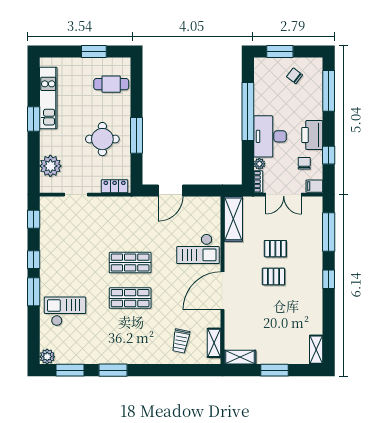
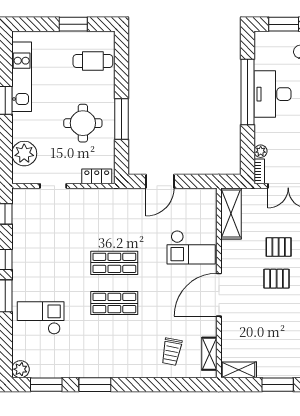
desk: (270, 136) -> (273, 94), moved

